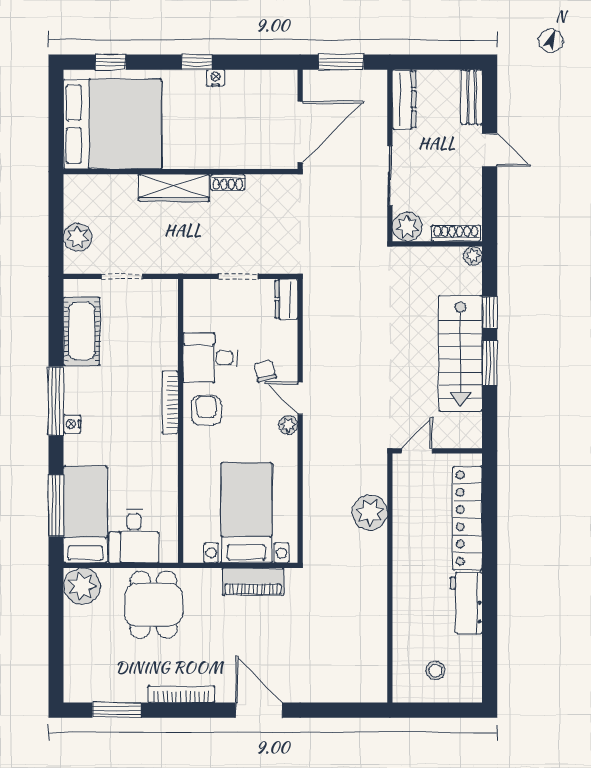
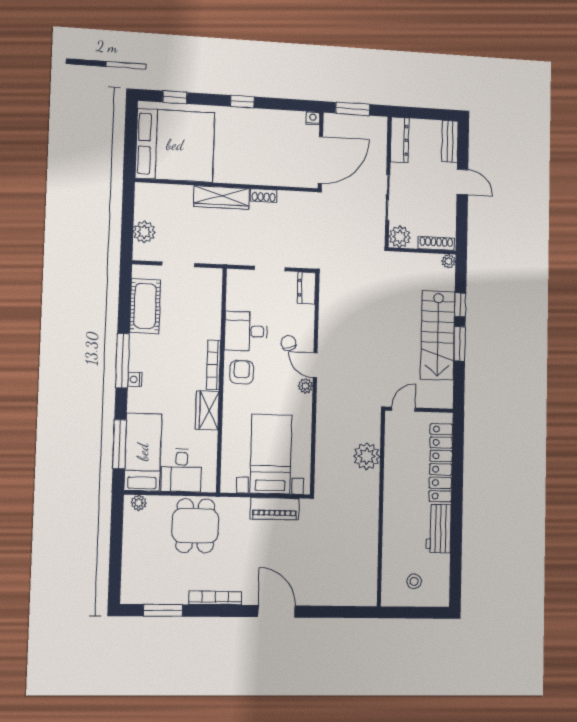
nightstand: (216, 78) -> (313, 118), moved
wardrobe: (164, 460) -> (207, 410), added
plant: (82, 586) -> (139, 503), width x0.53, depth x0.53

